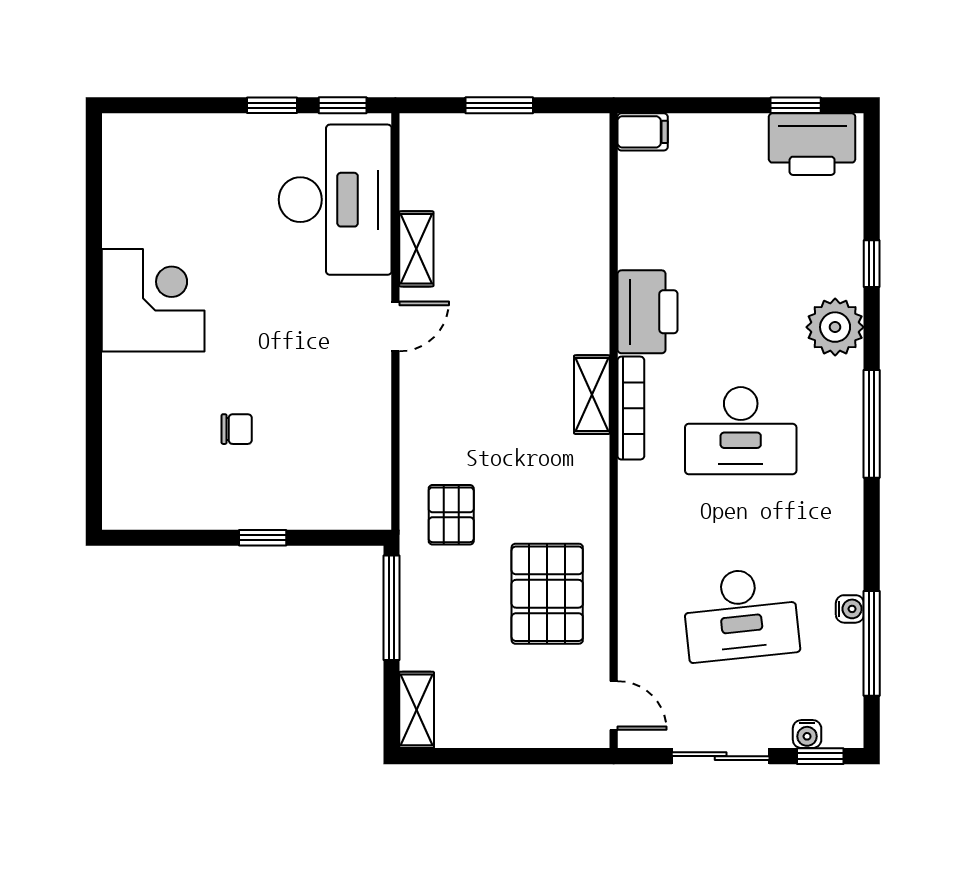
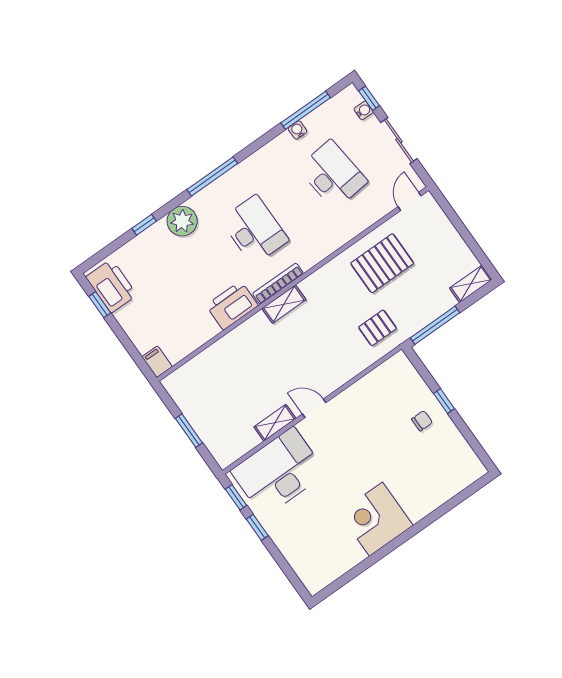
chair: (237, 429) -> (422, 421), moved, turned 90

